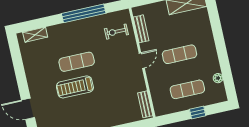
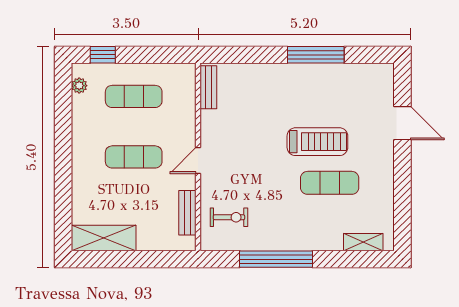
exercise mat: (77, 62) -> (330, 183), moved
plant: (218, 78) -> (79, 86), moved
window: (198, 112) -> (103, 55), moved

